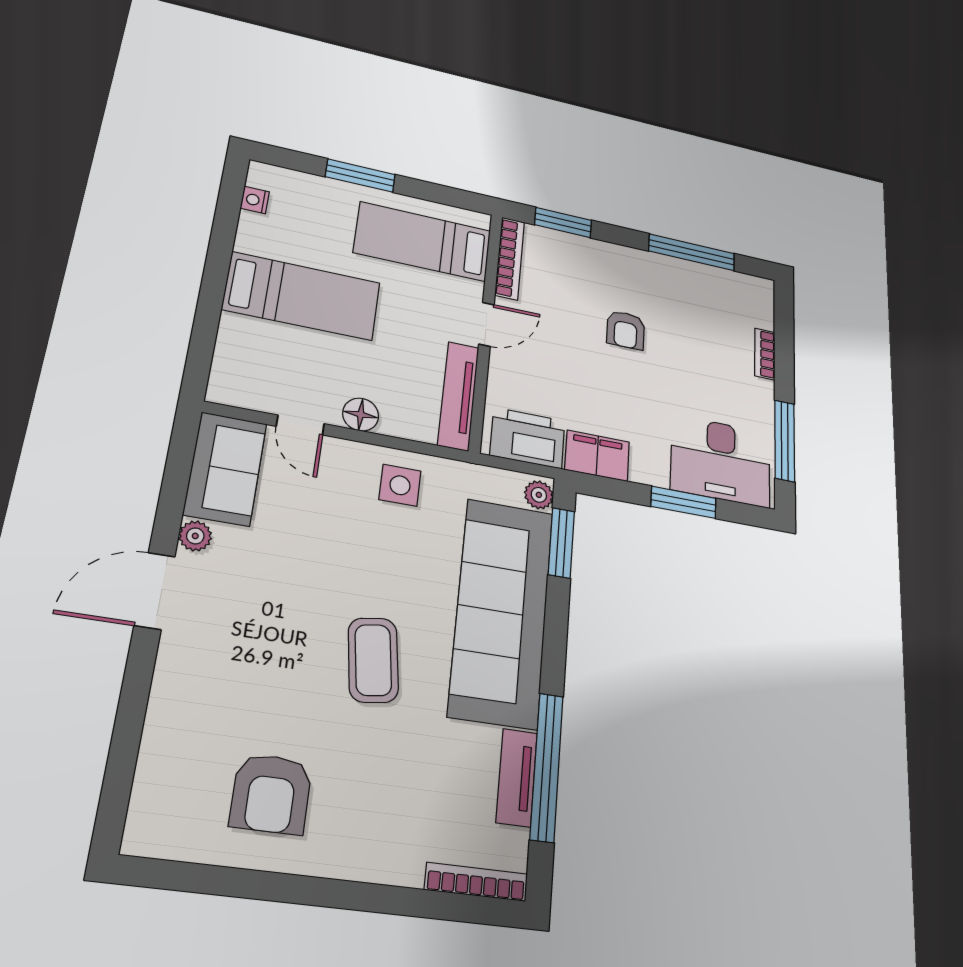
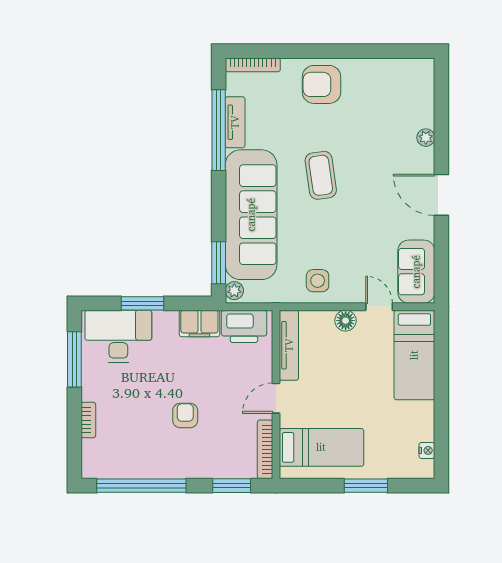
window: (692, 252) -> (141, 486), width x1.46
bed: (302, 296) -> (414, 355), moved, turned -90
plant: (195, 536) -> (426, 138), moved
door: (155, 591) -> (441, 195), swing flipped
armchair: (271, 794) -> (322, 84), moved, turned -90

